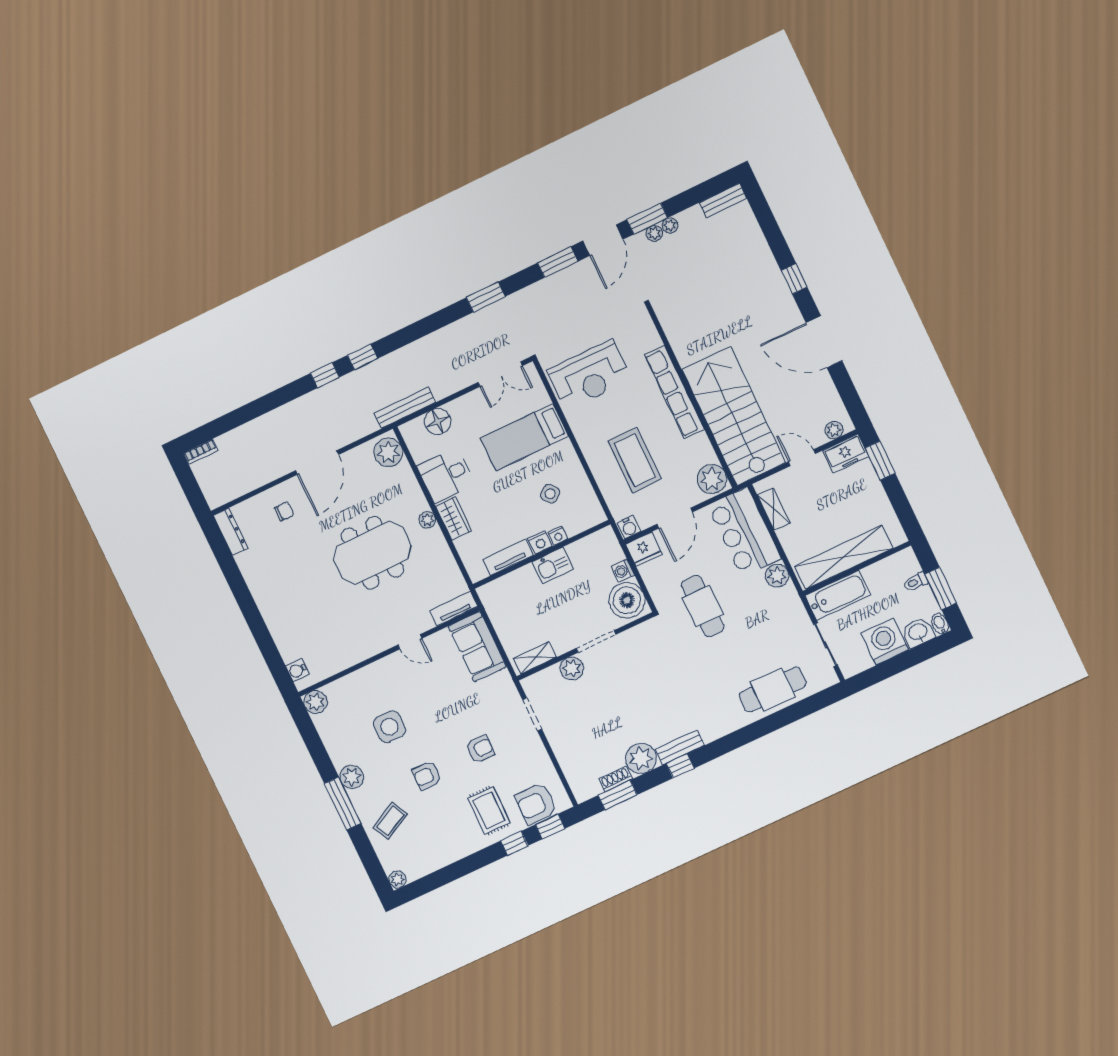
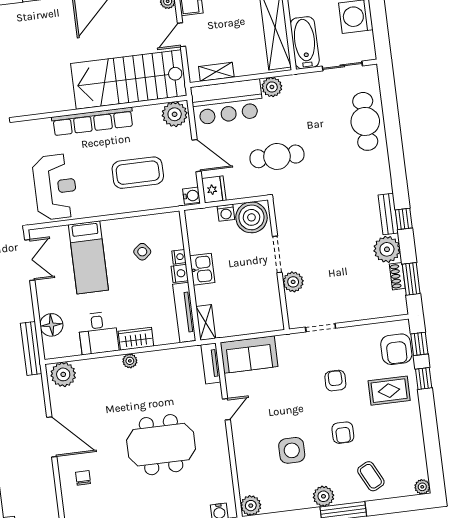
meeting table: (372, 553) -> (161, 445), moved, turned 90
tv unit: (508, 557) -> (184, 312), width x1.41
shelving: (535, 658) -> (206, 322), moved

